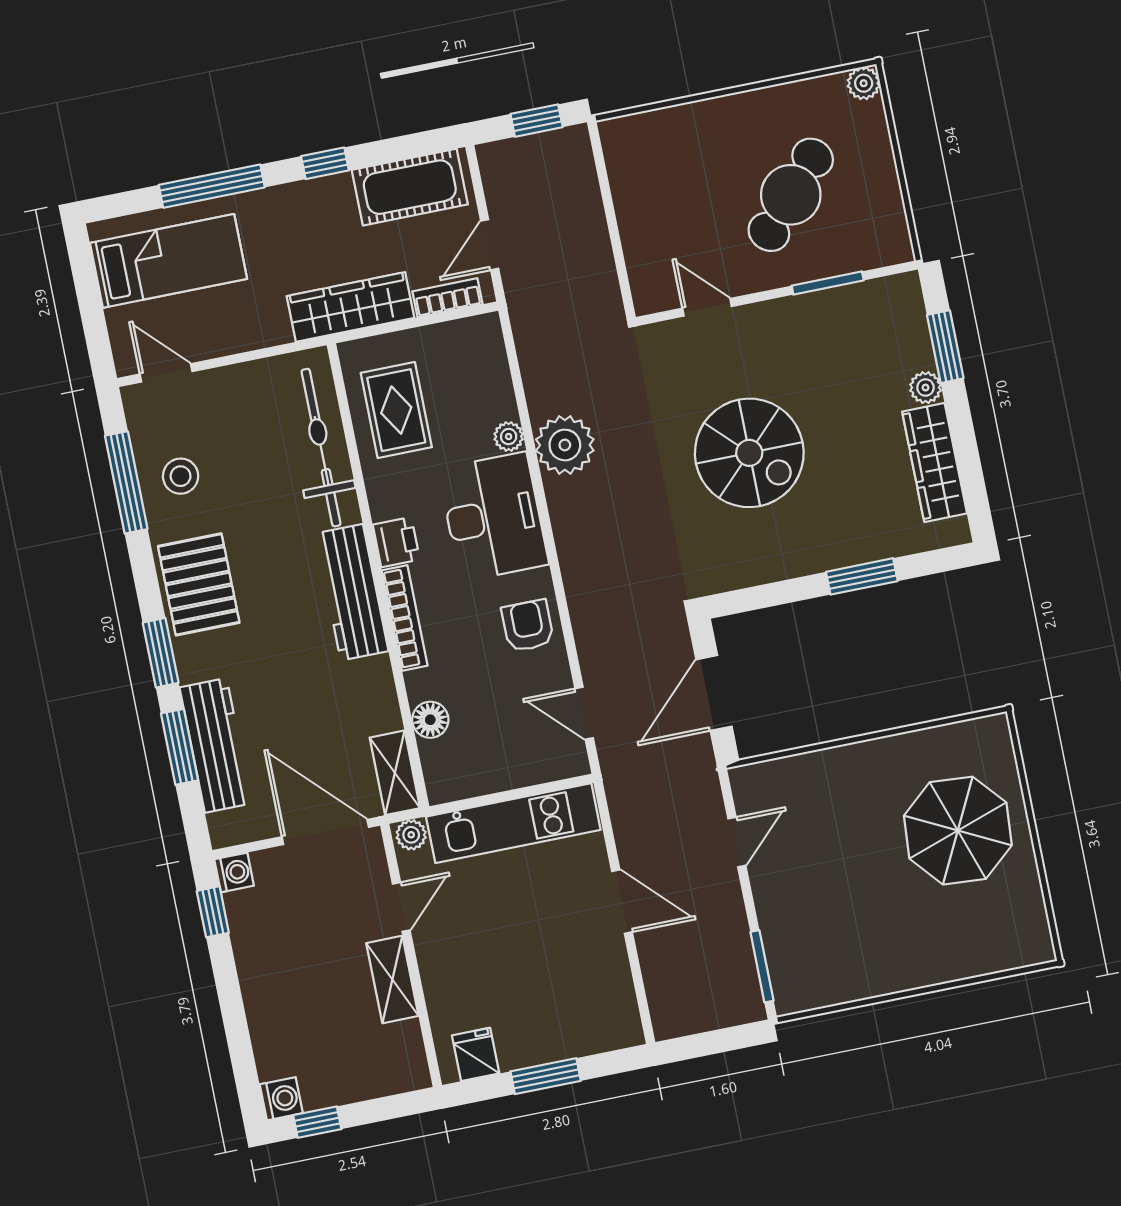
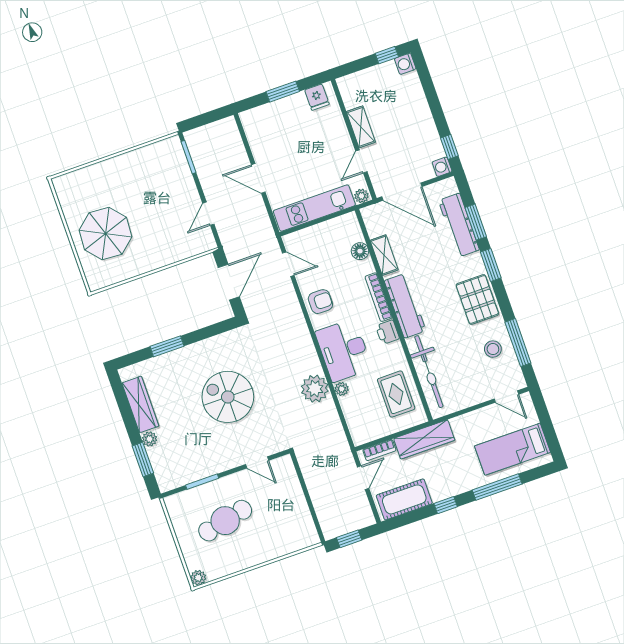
cafe table: (791, 195) -> (225, 521), turned 35
armchair: (528, 626) -> (320, 302), turned -90
shelving: (395, 773) -> (384, 255), moved

